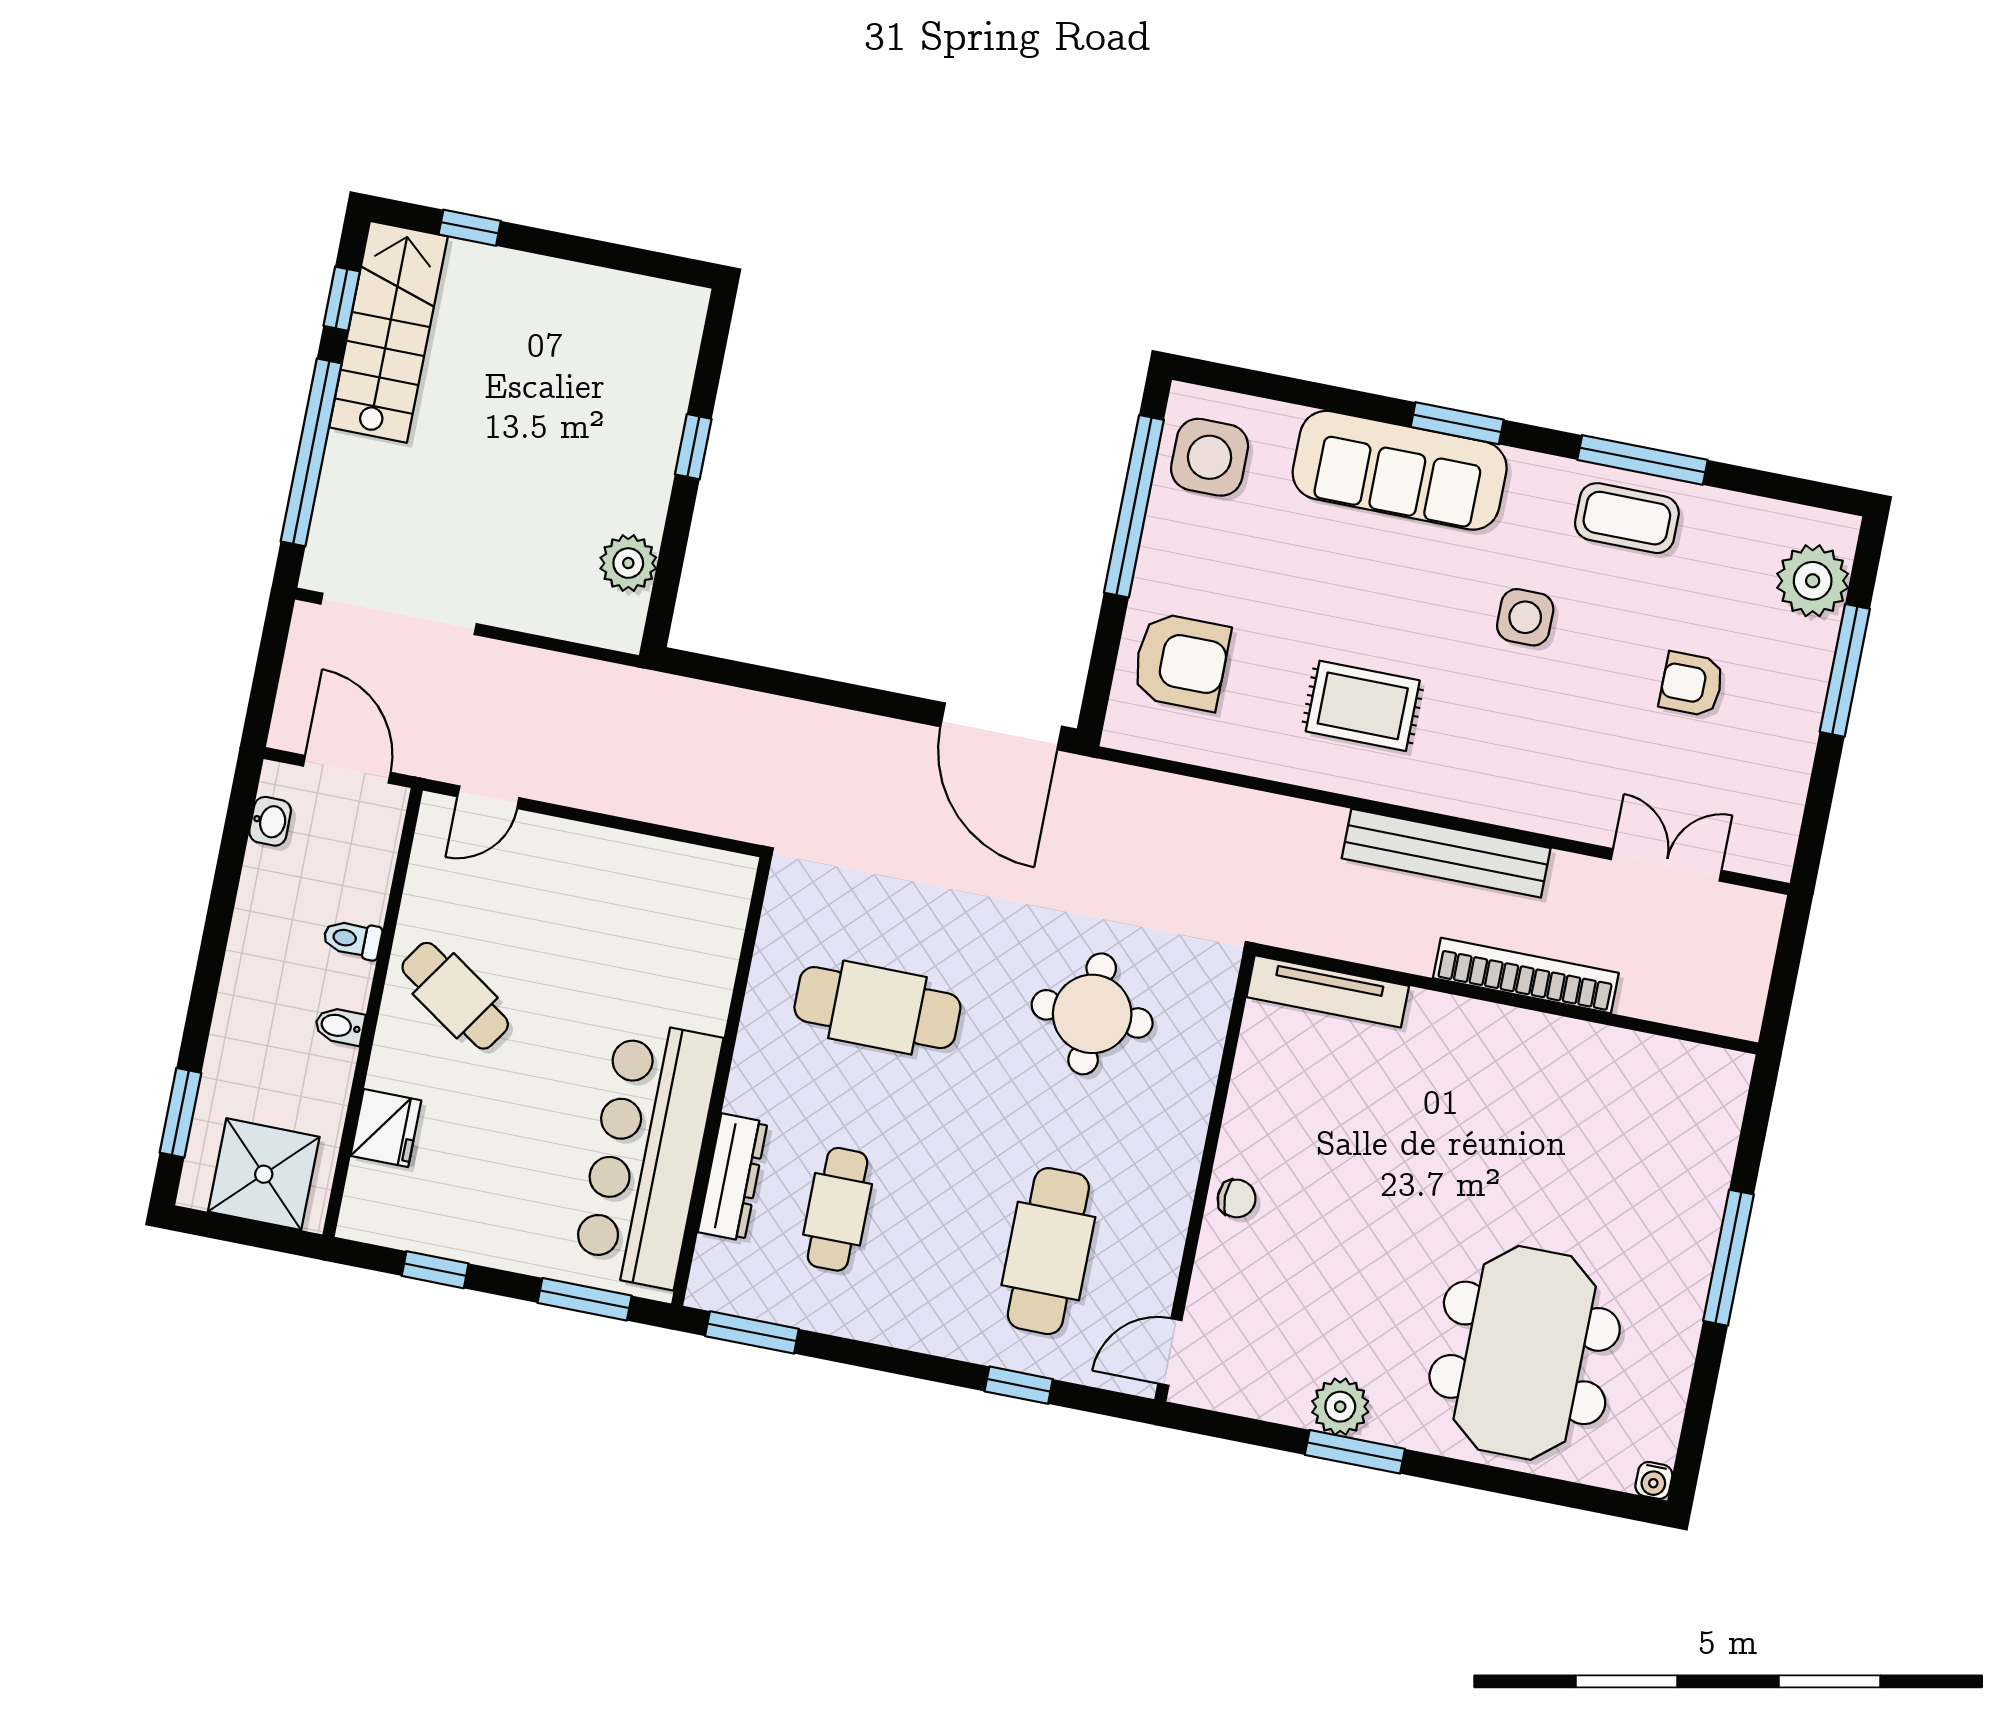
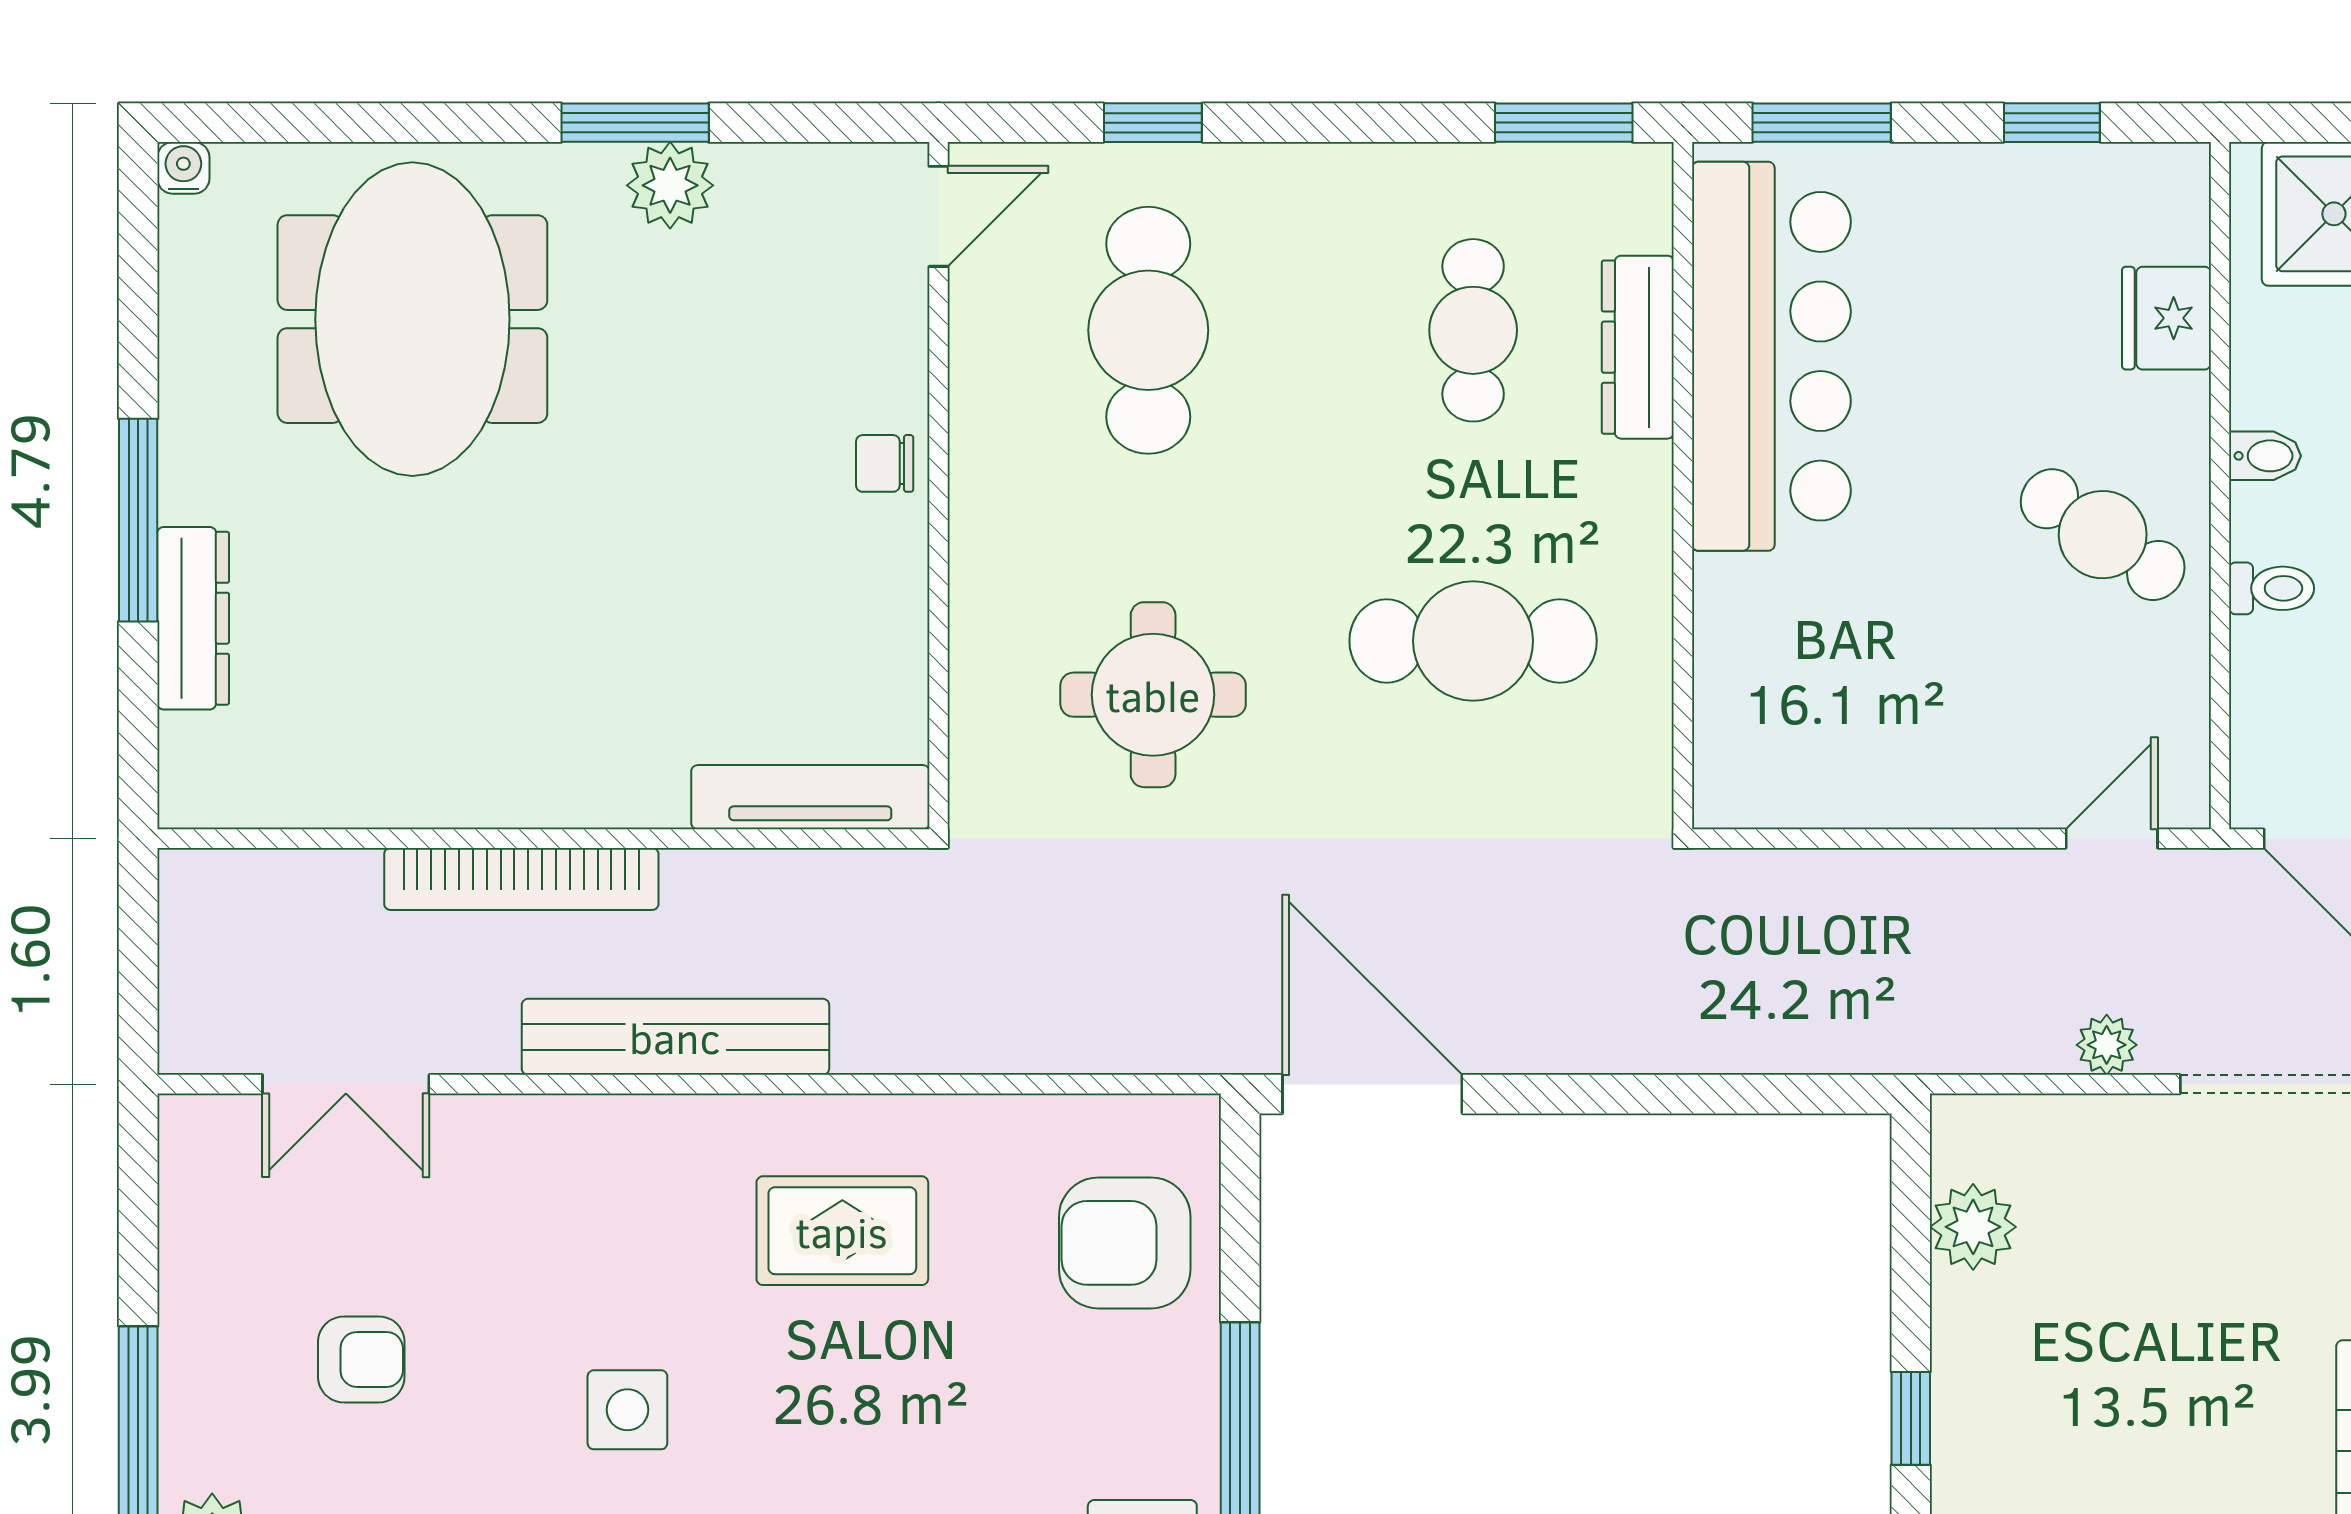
plant: (518, 664) -> (2107, 1045), added
dresser: (1705, 1187) -> (193, 618), added

